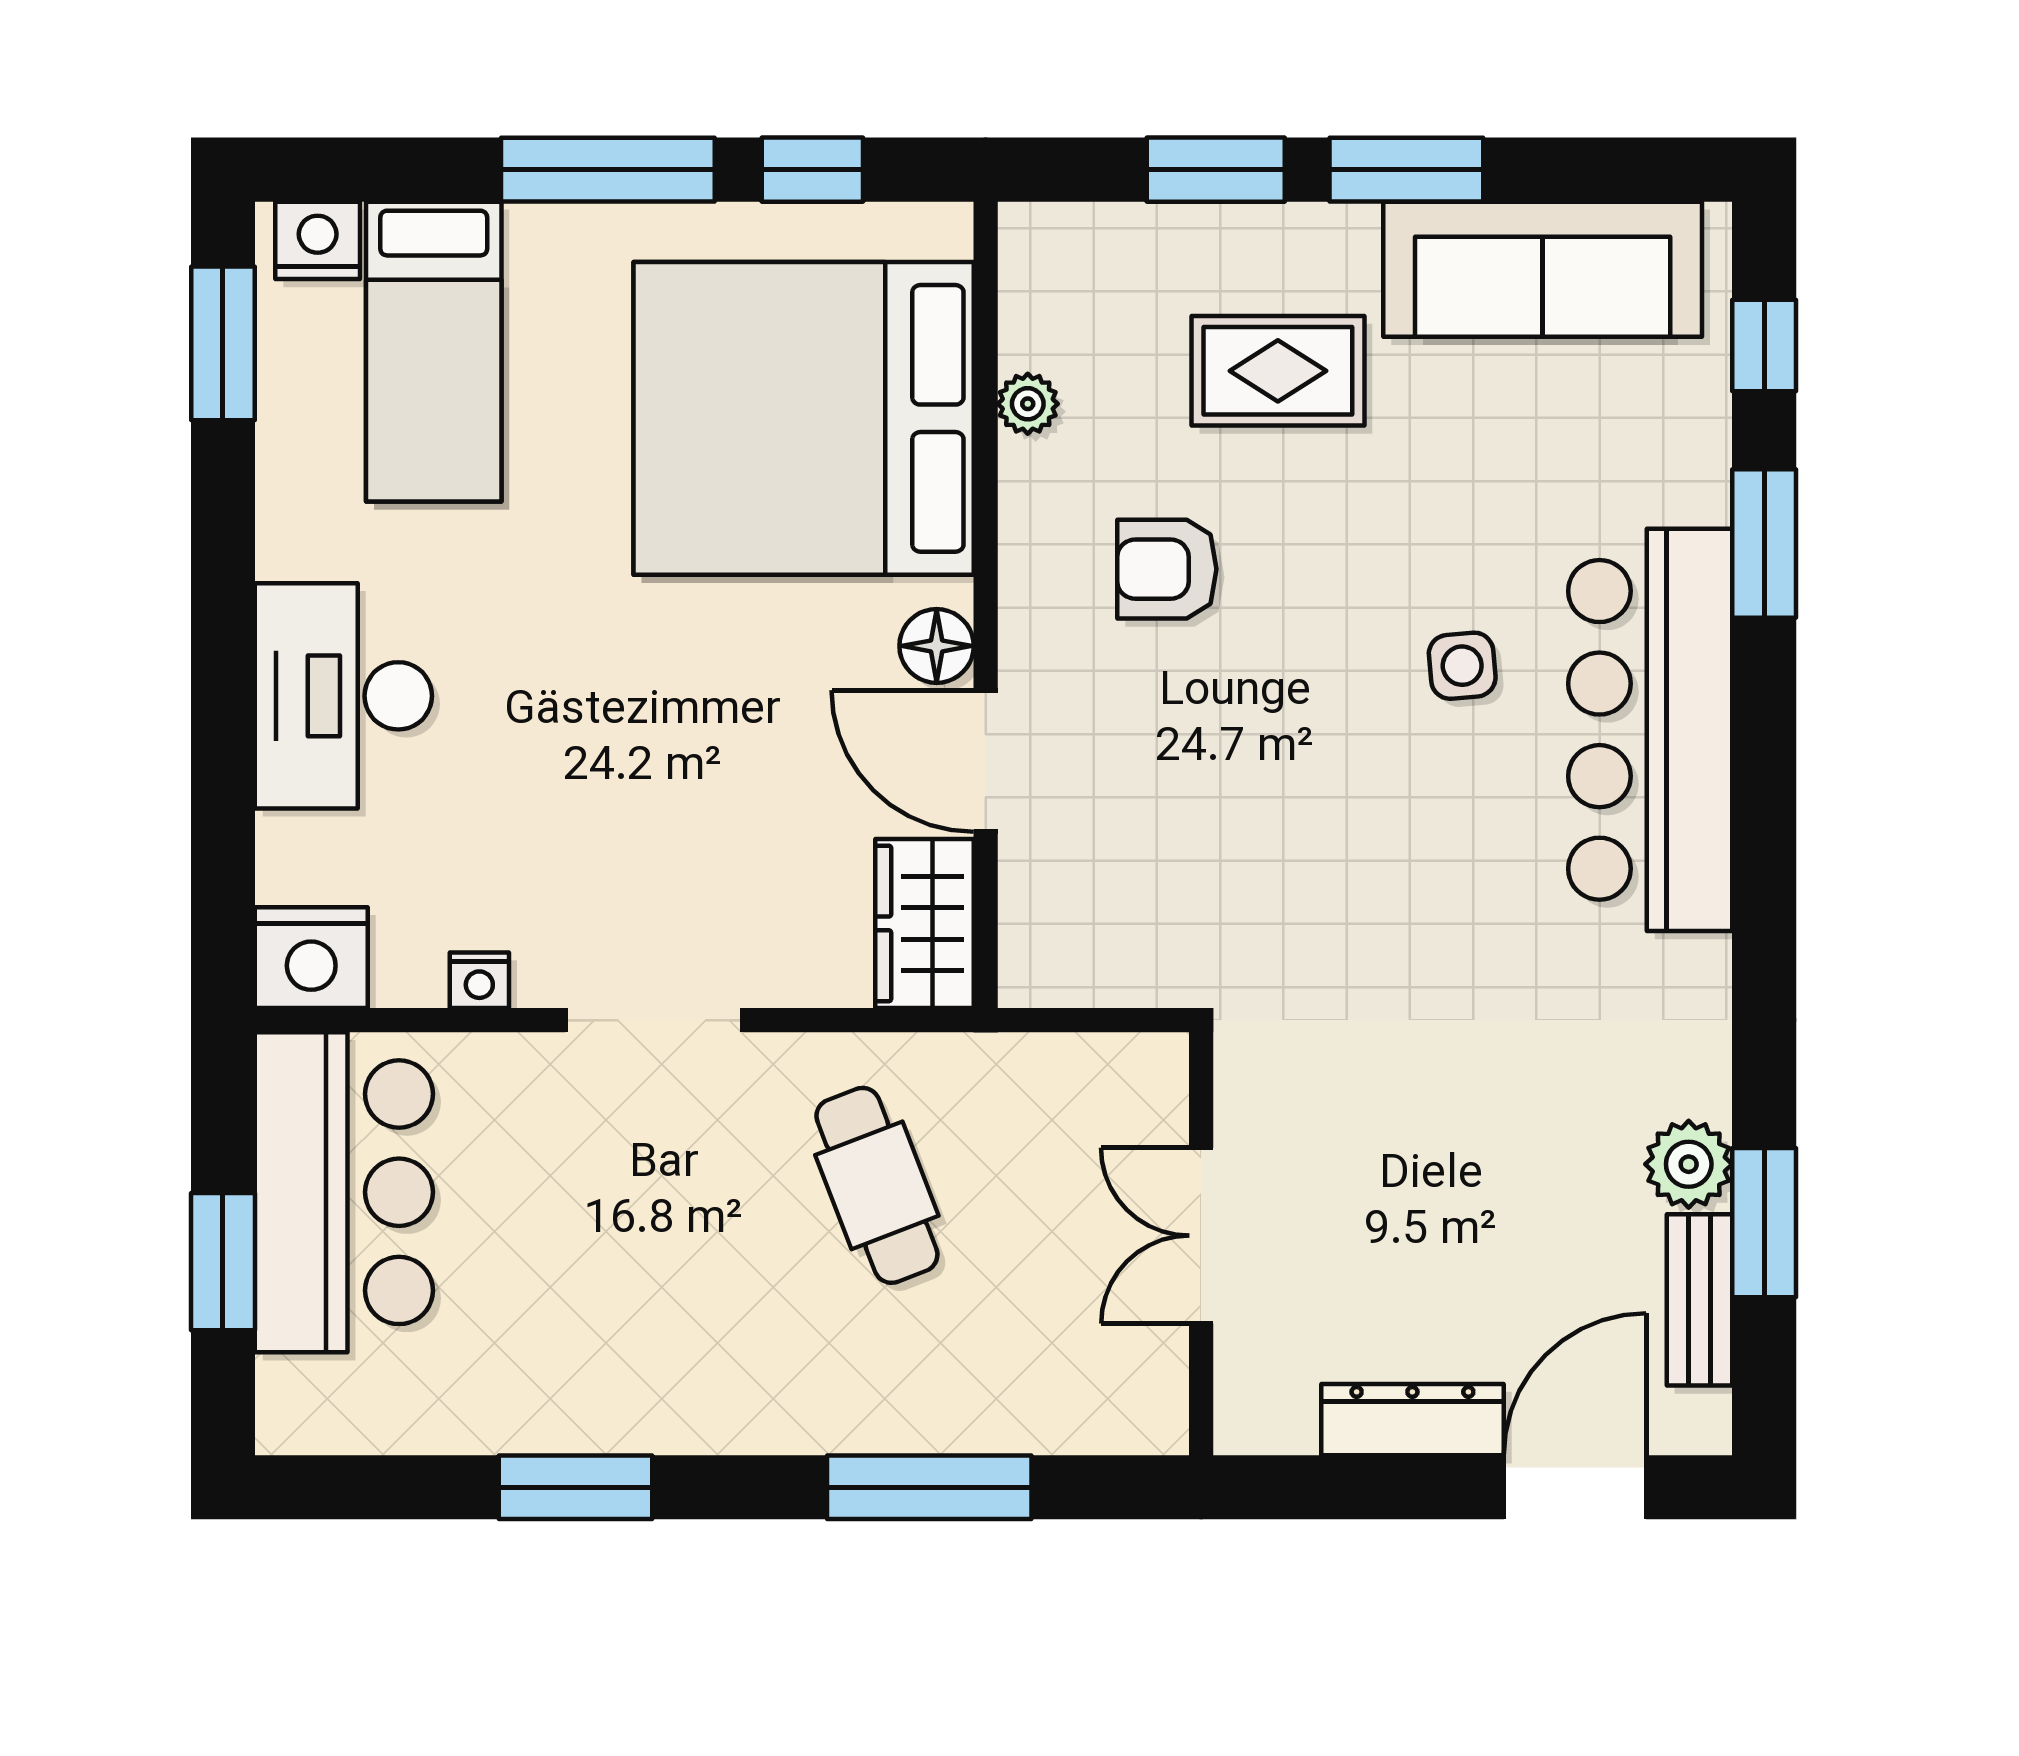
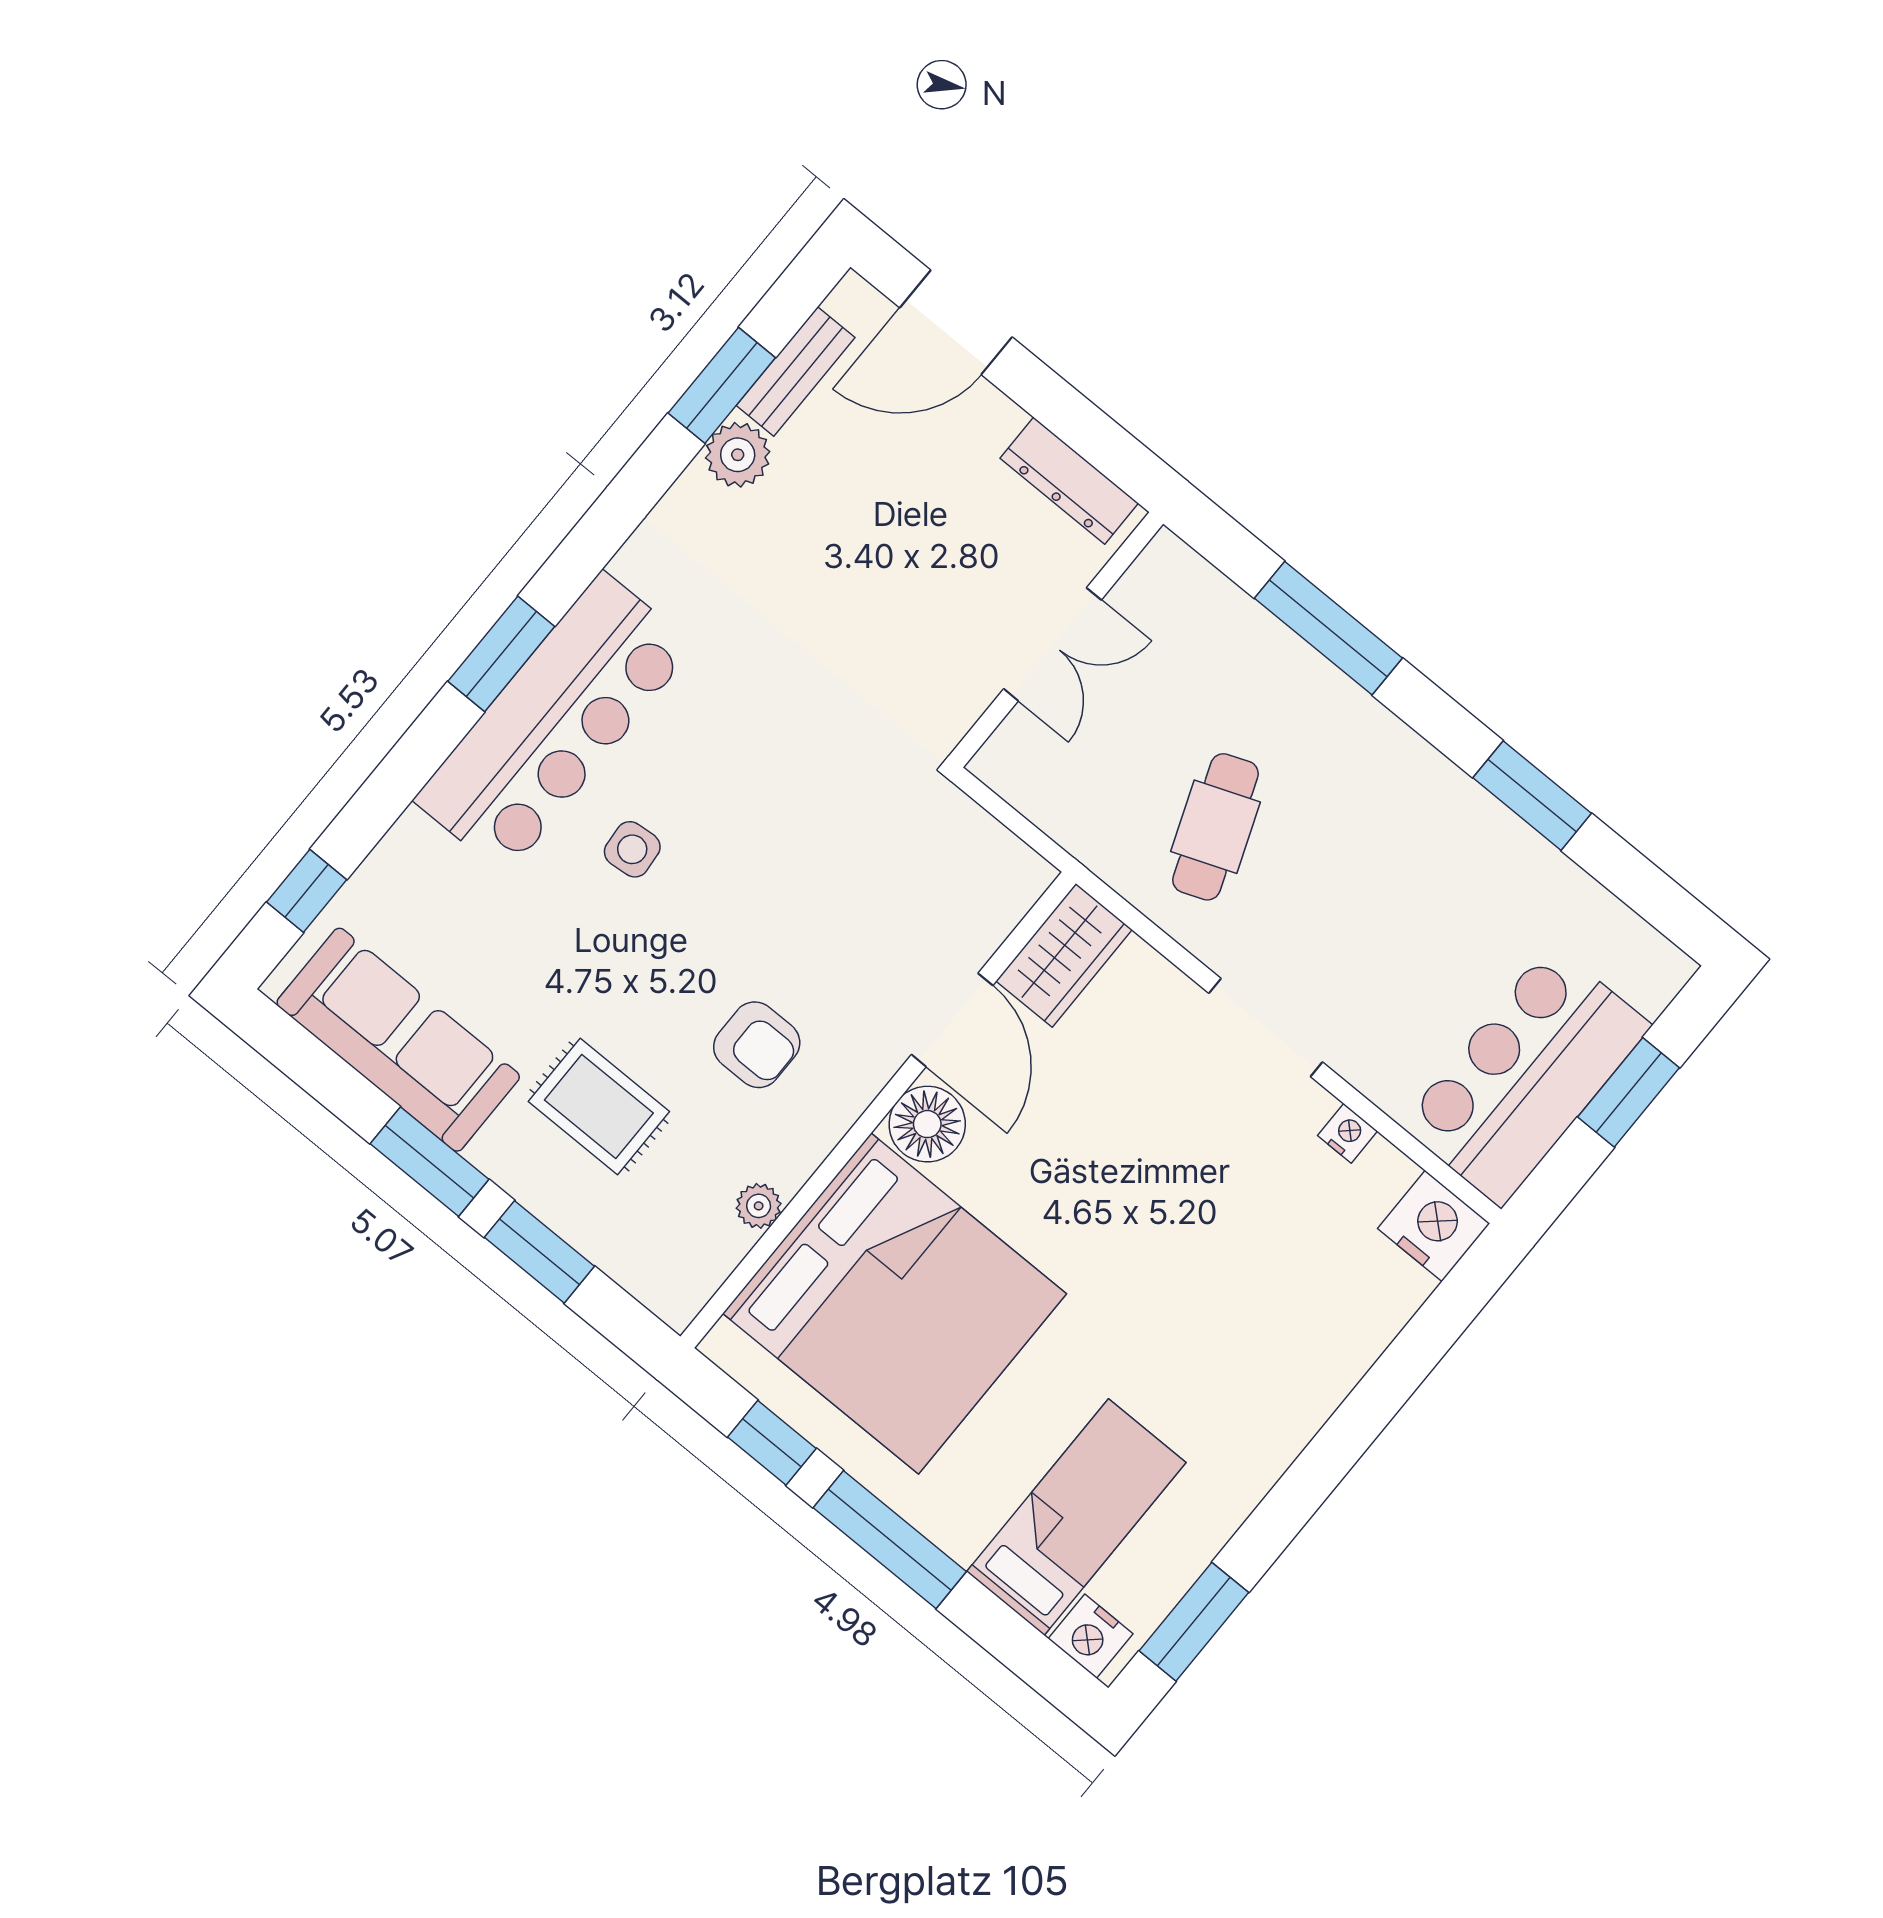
window: (1764, 544) -> (501, 654), moved
floor lamp: (937, 646) -> (927, 1124), width x1.38, depth x1.38
desk: (343, 696) -> (1291, 1362), removed
dresser: (1412, 1420) -> (1069, 481), moved

